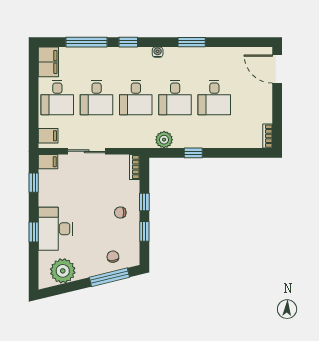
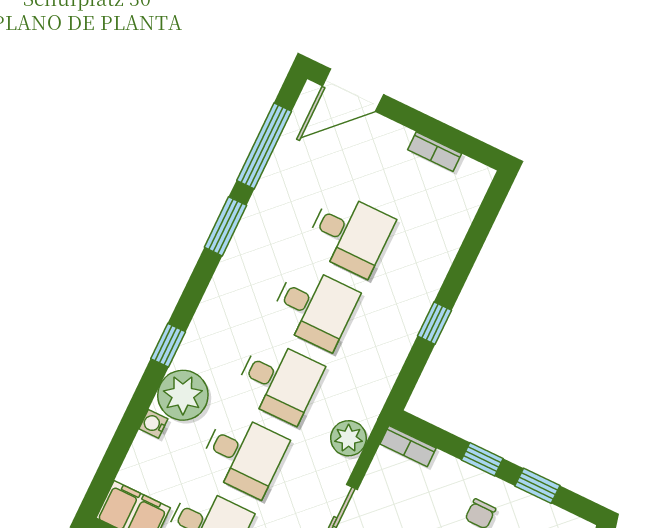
window: (87, 42) -> (264, 146), moved
water cooler: (158, 52) -> (153, 424), moved
plant: (110, 59) -> (183, 395), added
bookcase: (268, 136) -> (435, 152), moved
plant: (164, 140) -> (349, 438), moved

